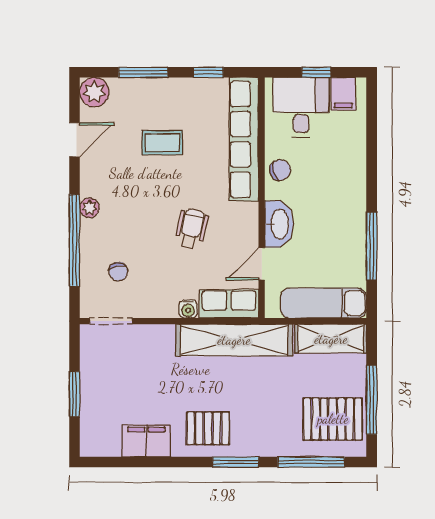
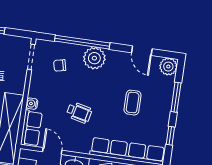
plant: (89, 208) -> (94, 58), width x1.88, depth x1.88

